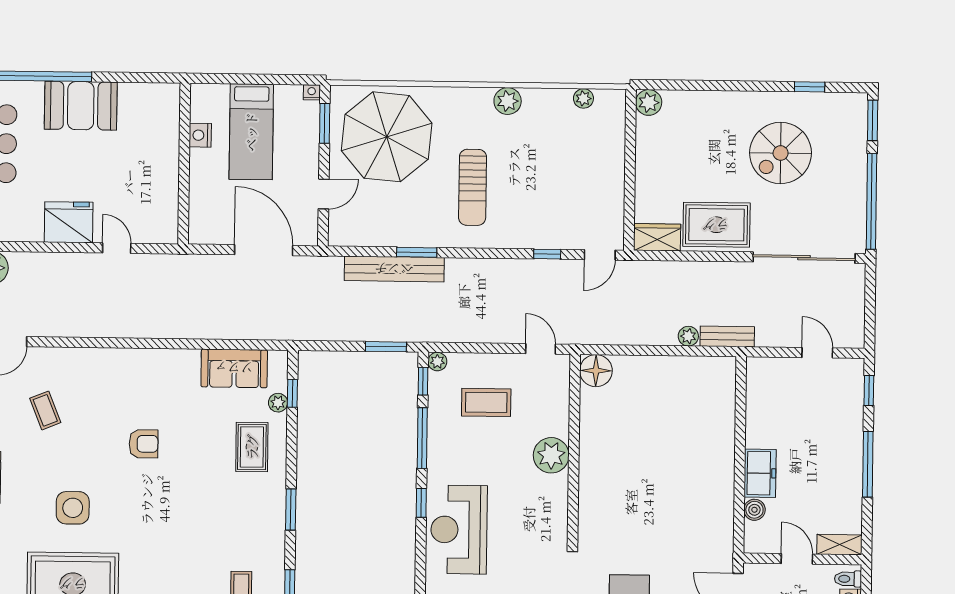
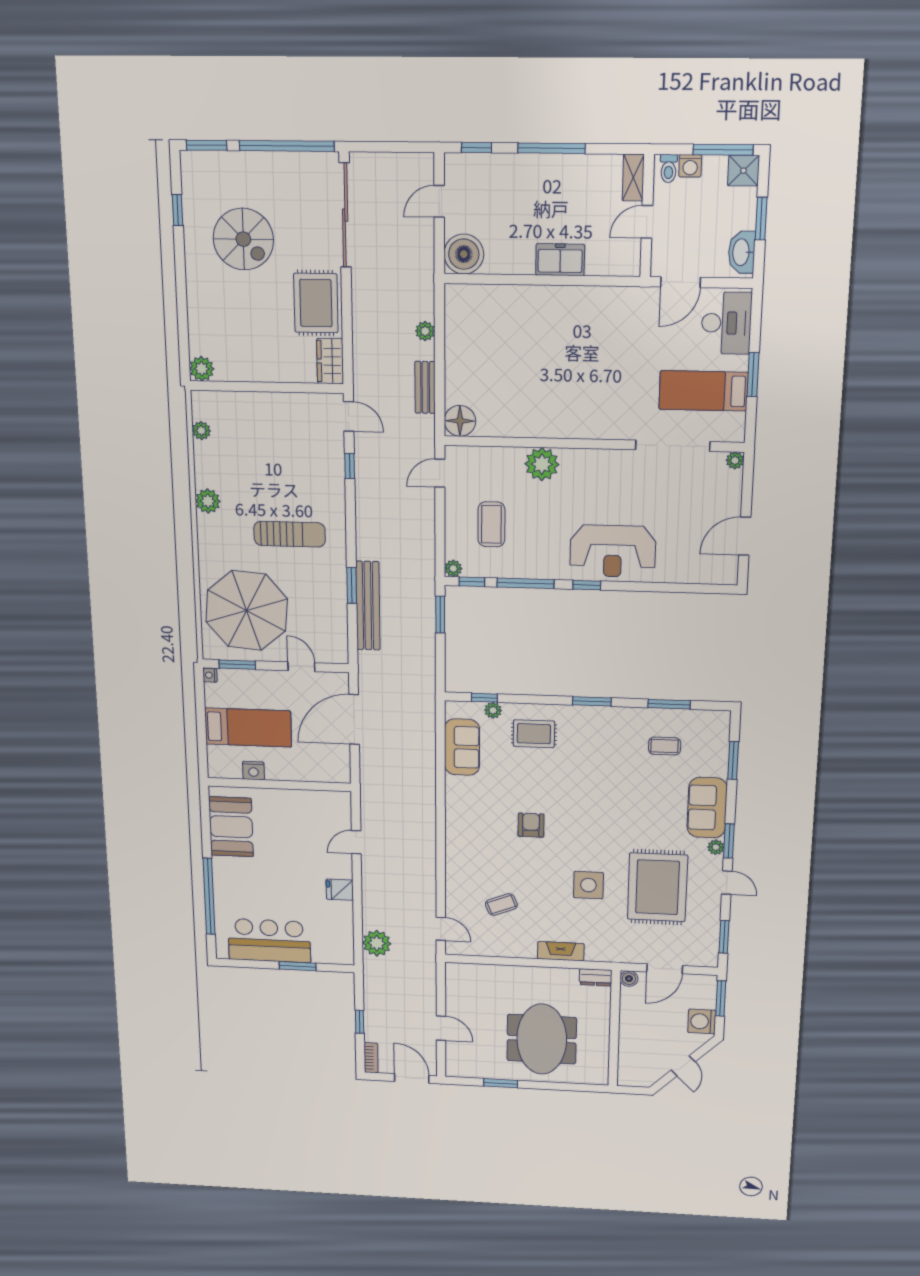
booth: (81, 106) -> (231, 827), moved
fridge: (69, 222) -> (340, 890), width x0.53, depth x0.75
bench: (727, 336) -> (425, 387), moved
boiler: (754, 510) -> (464, 254), moved, width x1.86, depth x1.86

